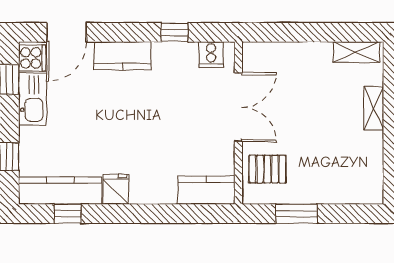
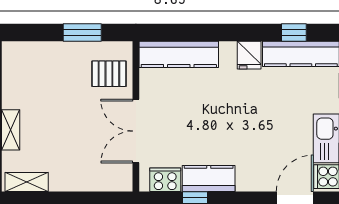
cooker: (211, 55) -> (165, 180), width x1.36
kitchen counter: (122, 56) -> (209, 178), moved
kitchen counter: (206, 190) -> (179, 54), width x1.50

